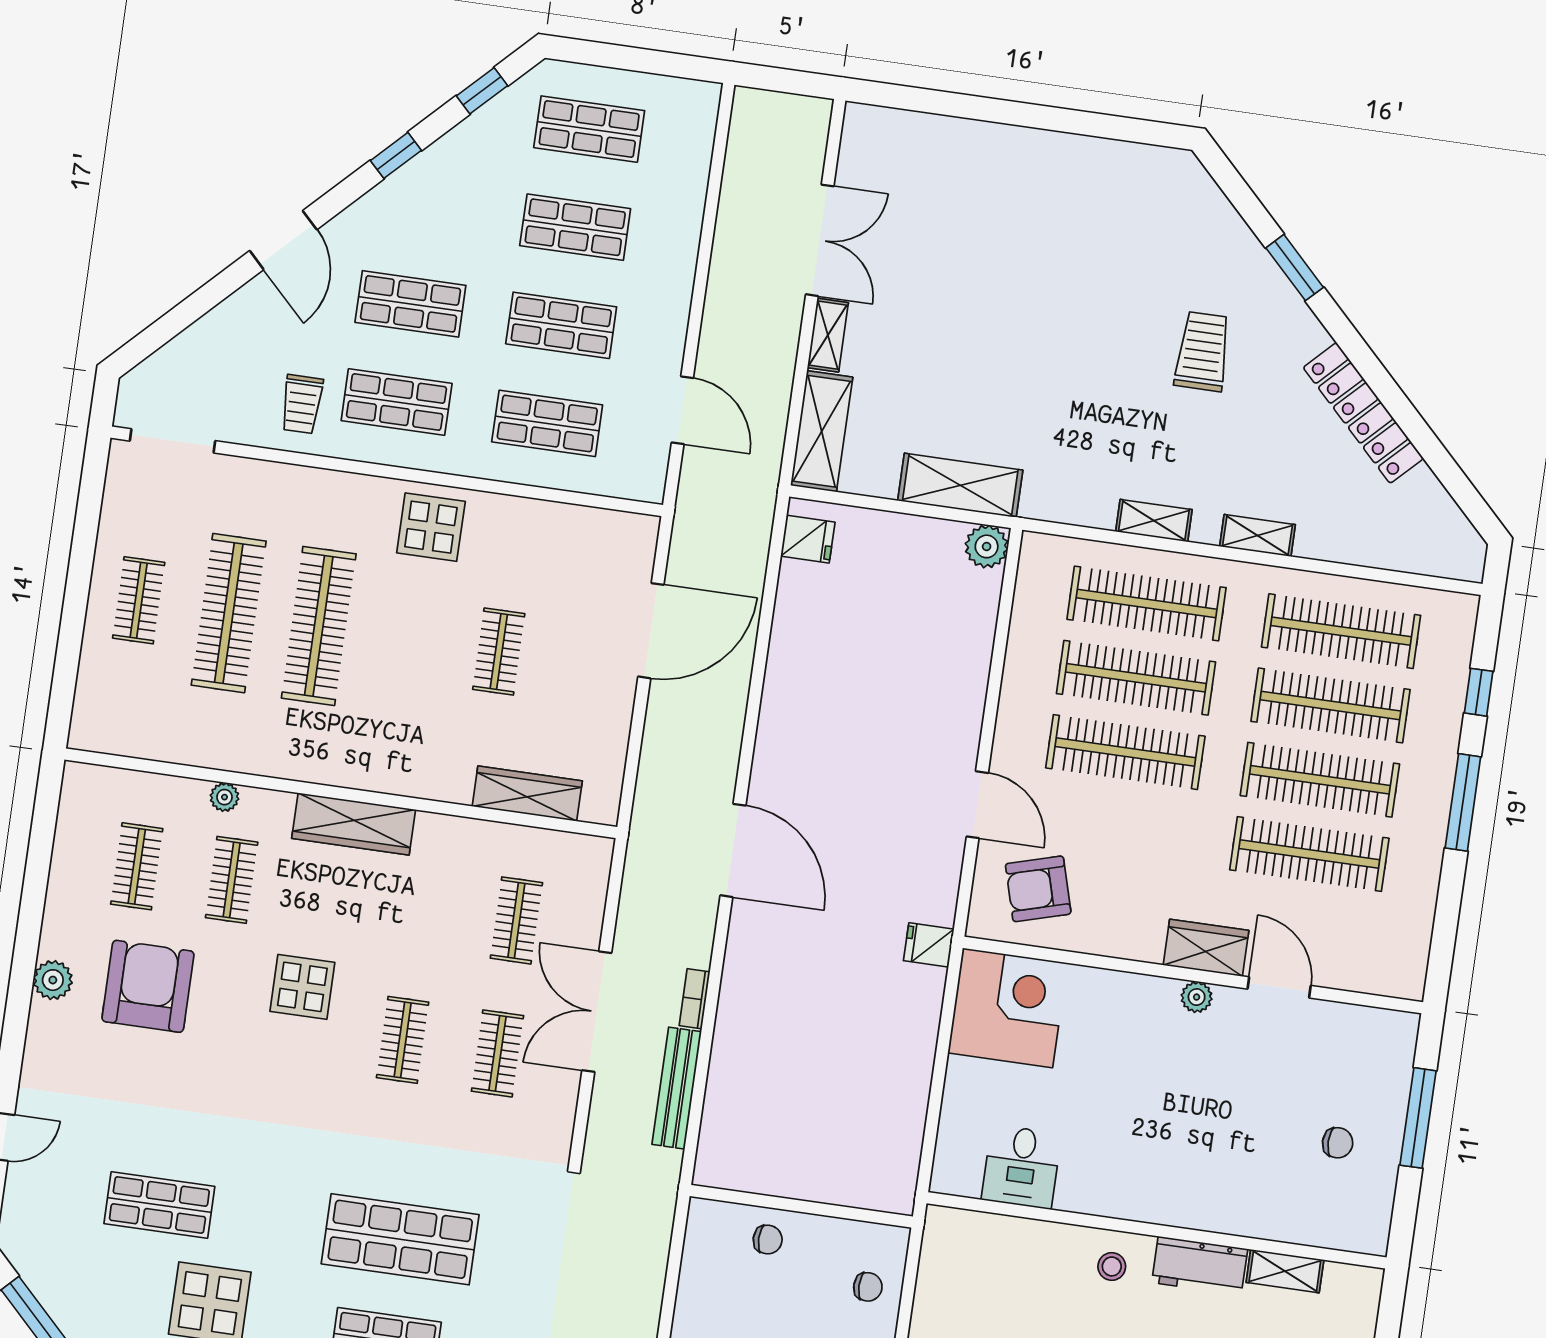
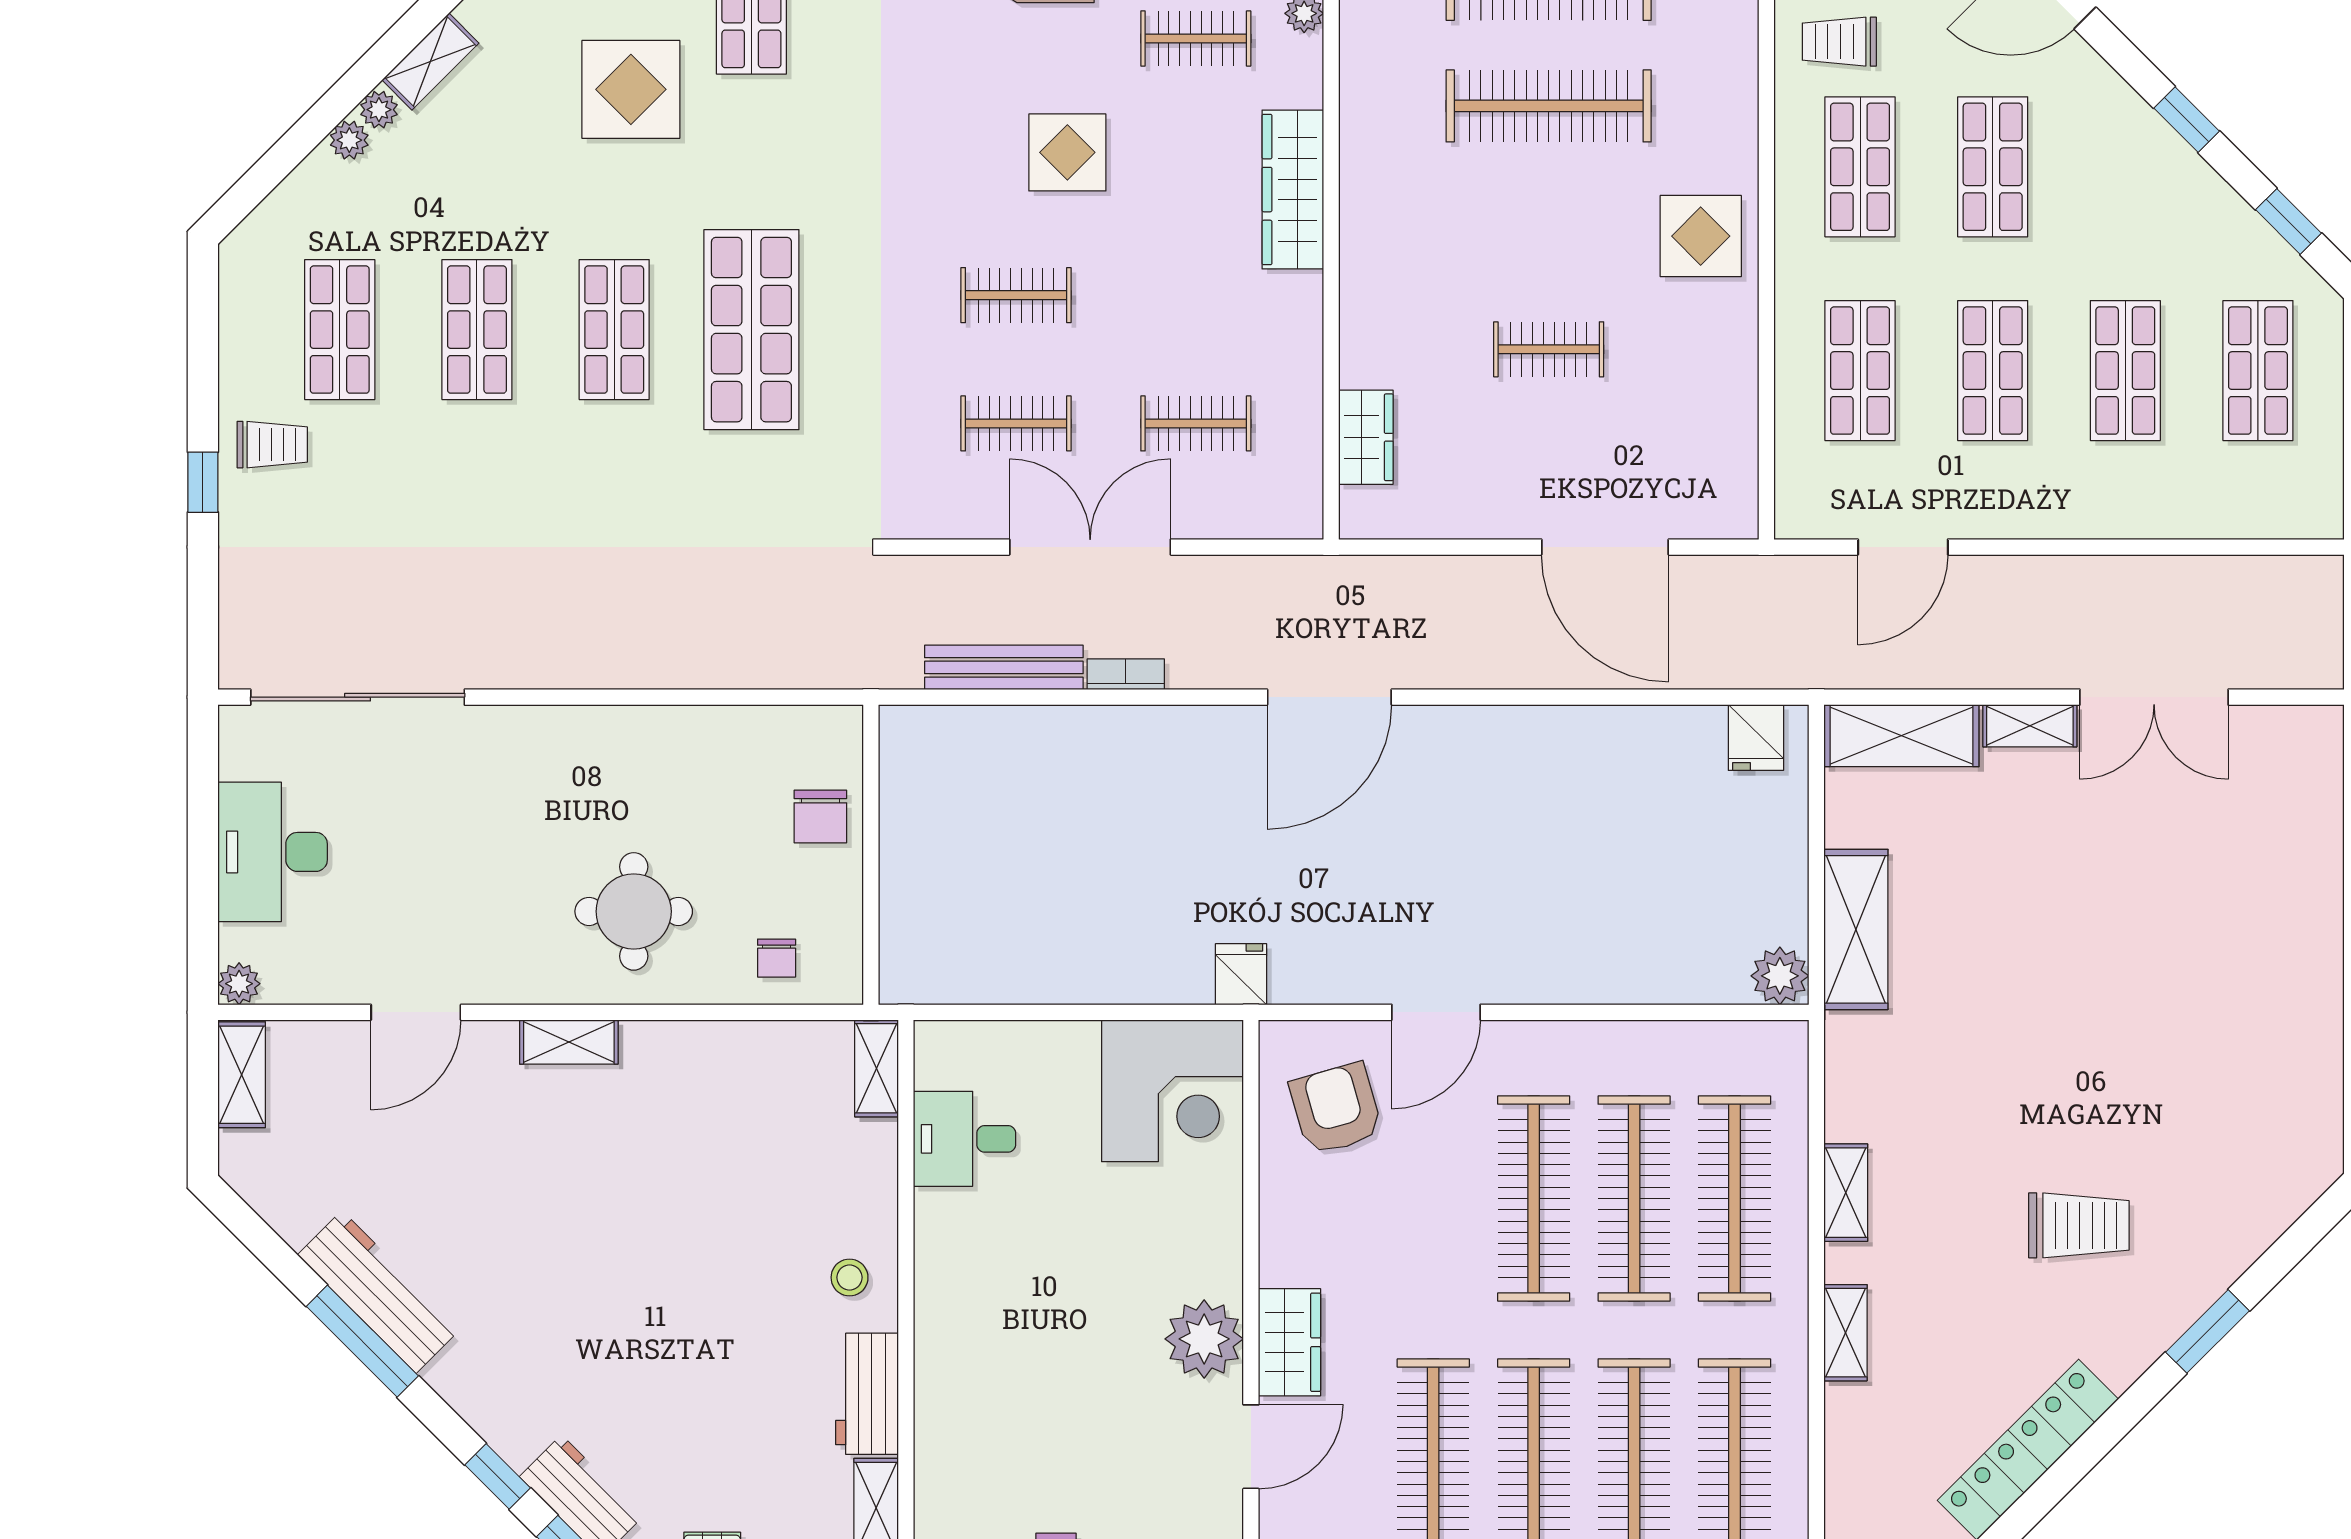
wardrobe: (527, 794) -> (1366, 437), width x0.67
plant: (1197, 997) -> (1204, 1339), width x1.88, depth x1.88
shelving: (960, 1225) -> (876, 1068), added
chair: (768, 1240) -> (820, 816), width x1.37, depth x1.37

